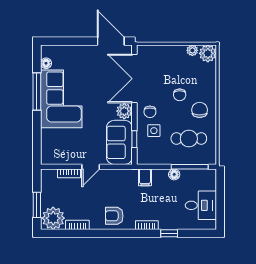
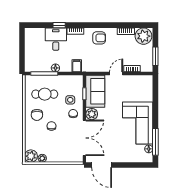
window: (37, 91) -> (155, 142), moved
window: (37, 205) -> (155, 56), moved
desk: (201, 205) -> (56, 39), moved, turned 90

